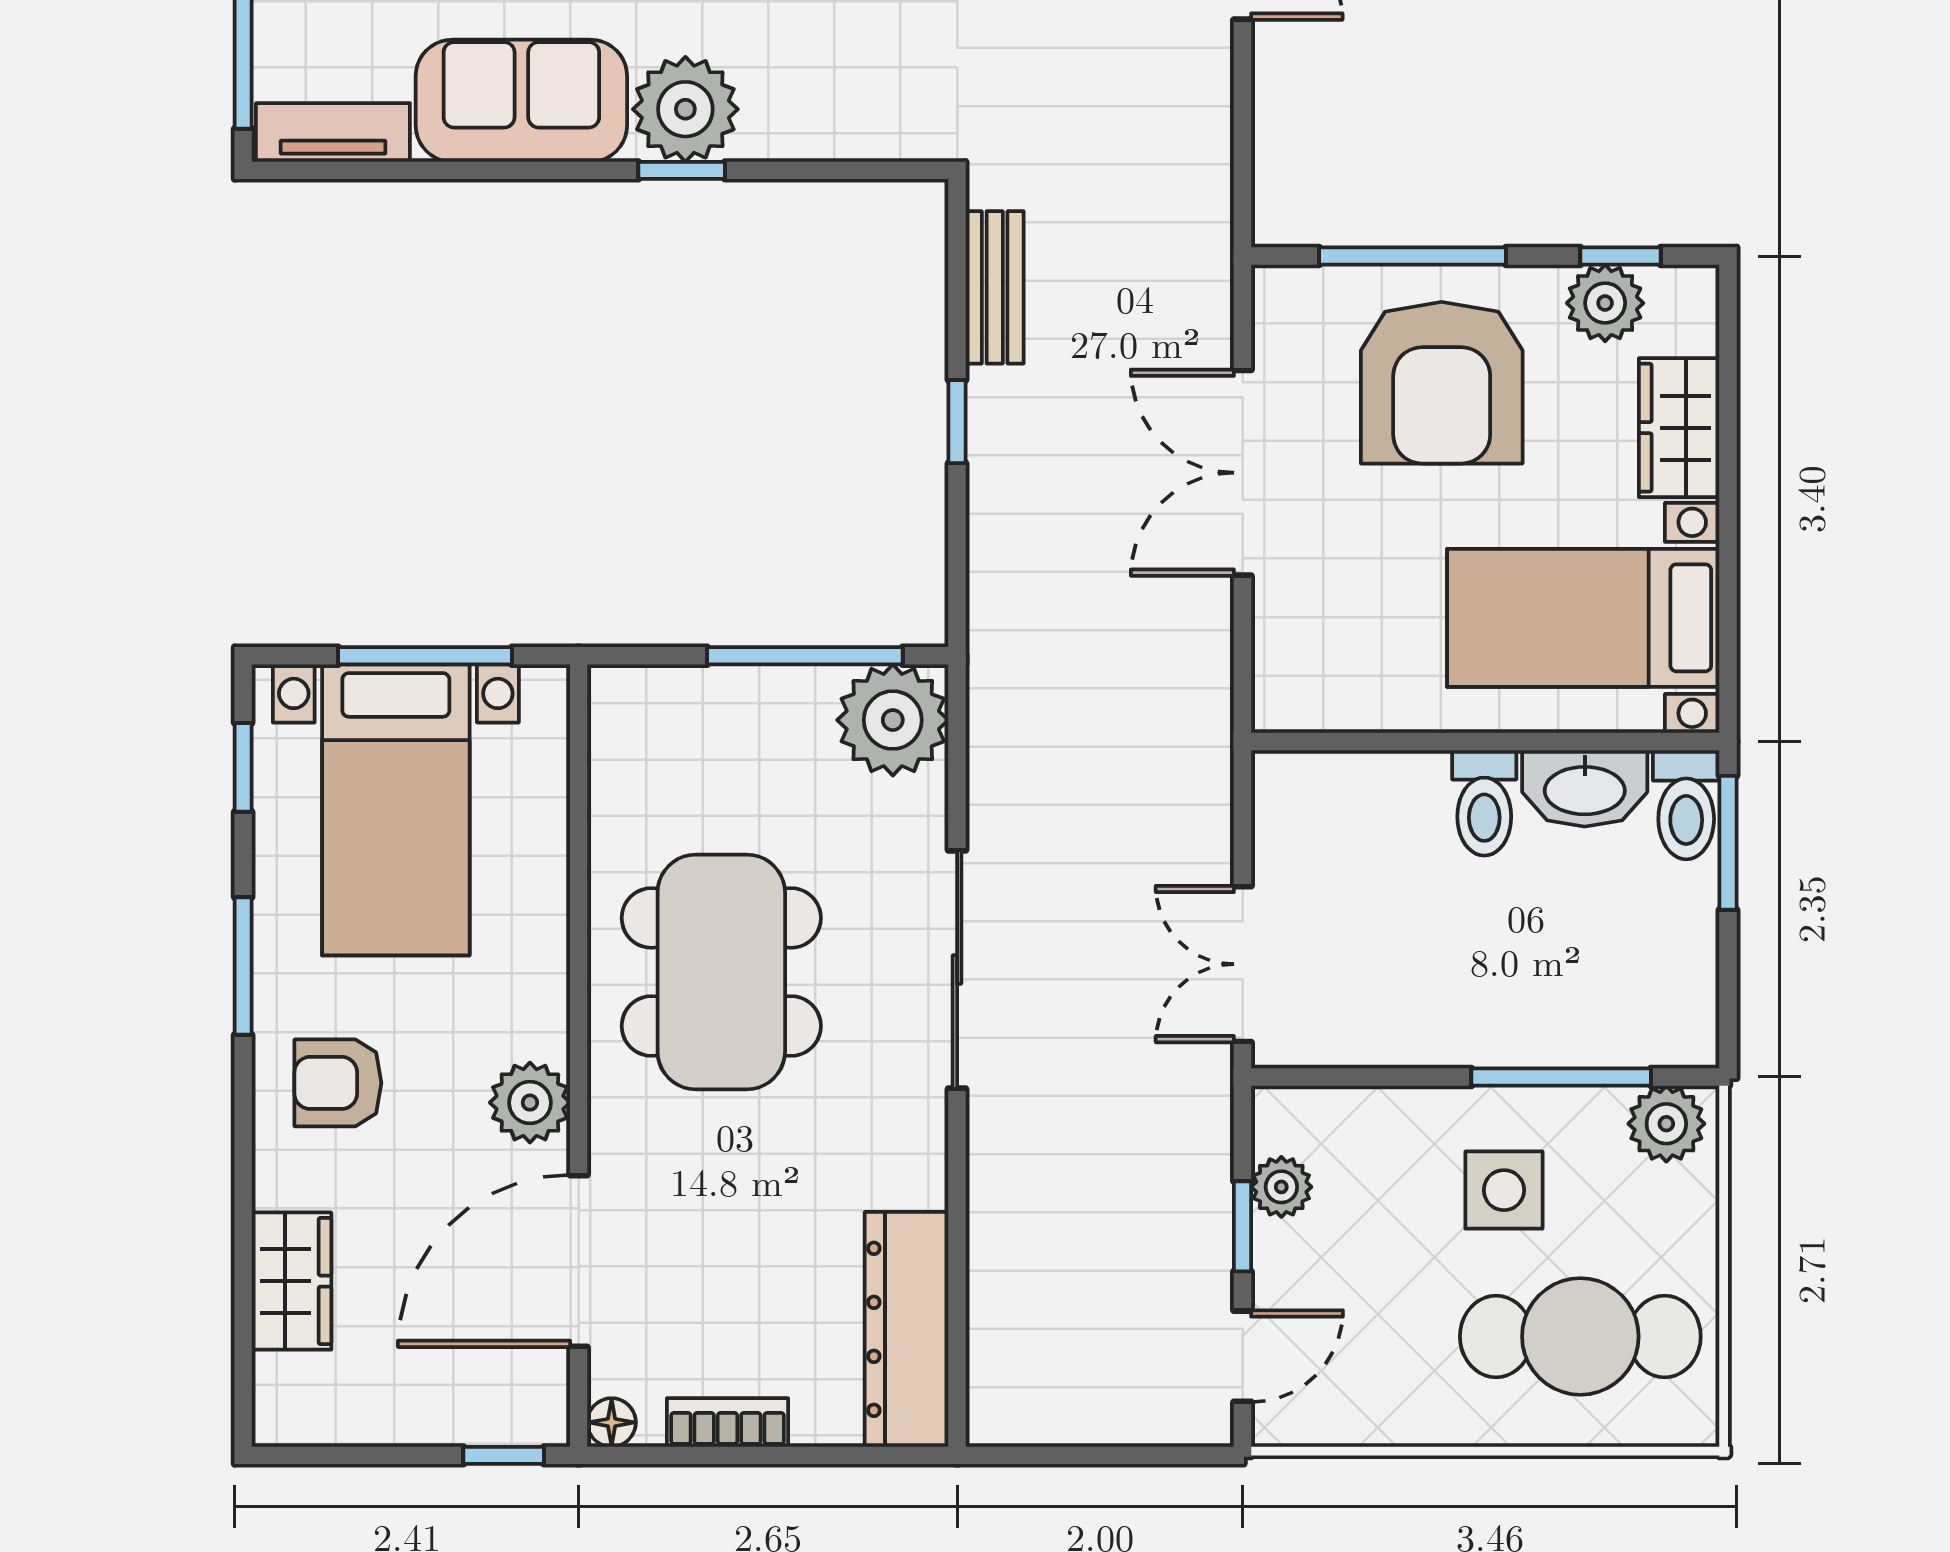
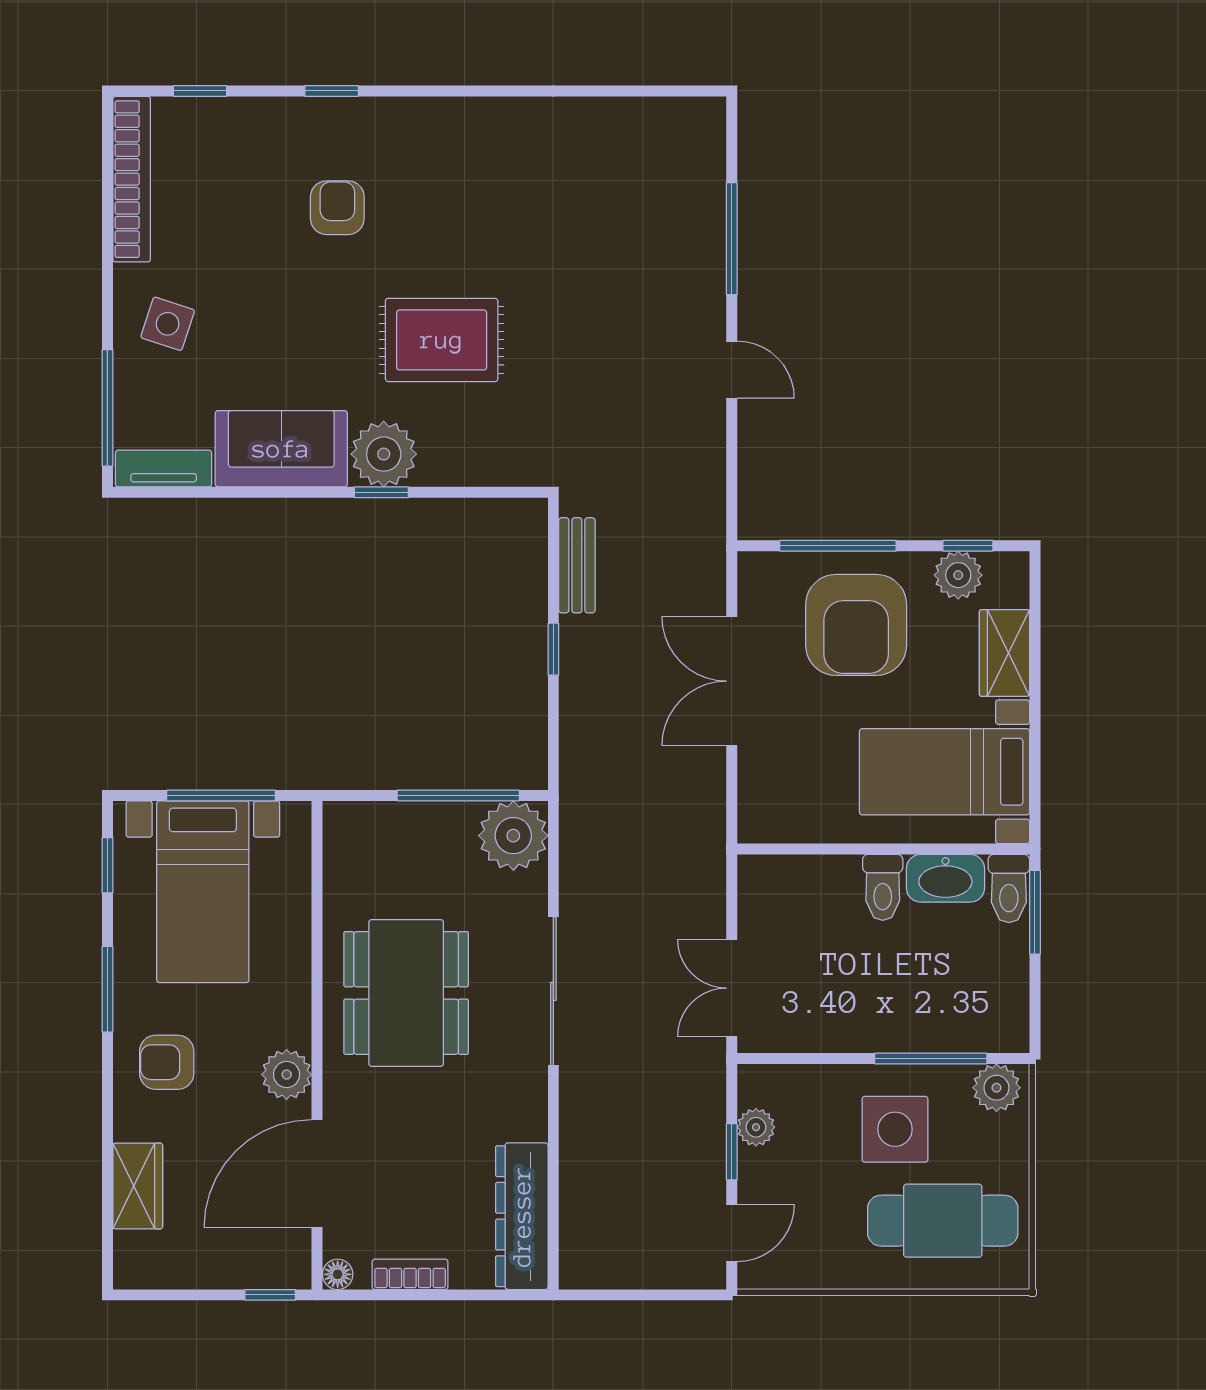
side table: (1504, 1190) -> (895, 1129), width x1.37, depth x1.37

